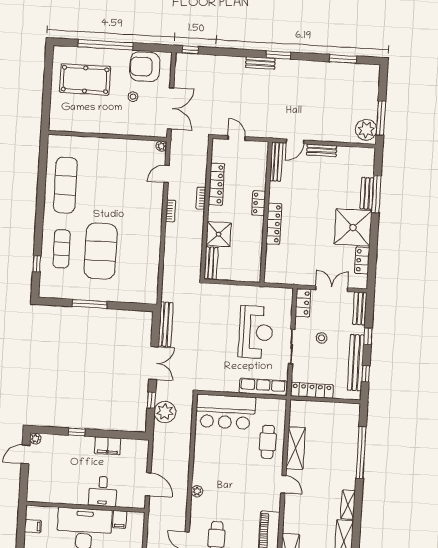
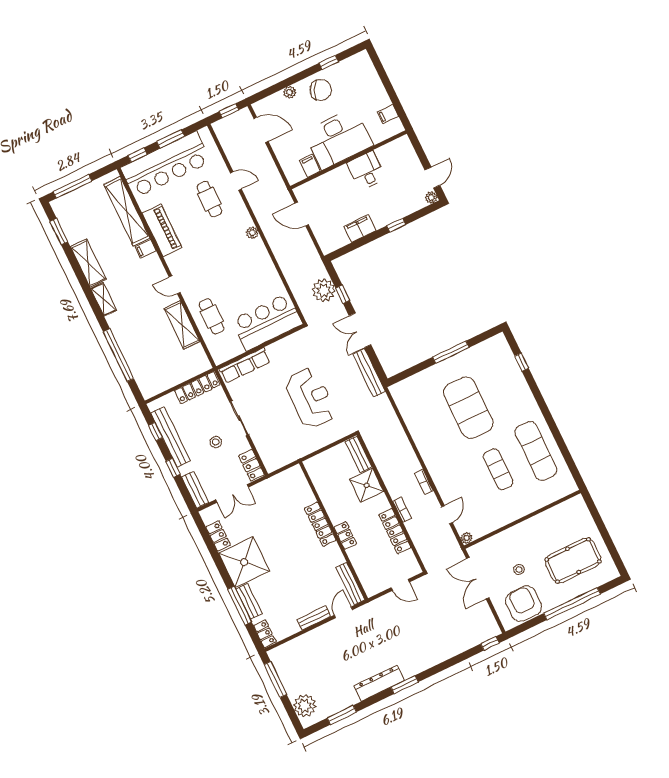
bench: (260, 63) -> (417, 668), removed
armchair: (145, 67) -> (524, 604), turned -90
dresser: (298, 68) -> (379, 683), added
plant: (366, 130) -> (305, 706), moved
locker: (369, 160) -> (265, 634), added
exercise mat: (62, 249) -> (498, 469), moved
reception desk: (256, 332) -> (310, 398), moved, turned 180
desk: (103, 491) -> (366, 171), moved
filing cabinet: (291, 527) -> (146, 249), added

